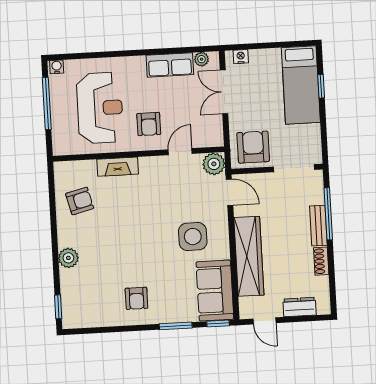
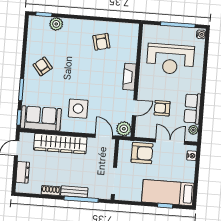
armchair: (149, 124) -> (162, 108), moved
armchair: (253, 147) -> (142, 153), moved
door: (180, 152) -> (135, 108), hinge flipped
fireplace: (118, 167) -> (129, 77), moved
door: (230, 192) -> (104, 137), swing flipped
armchair: (80, 201) -> (101, 42), moved
plant: (68, 258) -> (56, 24), moved
armchair: (136, 298) -> (43, 66), turned 51

